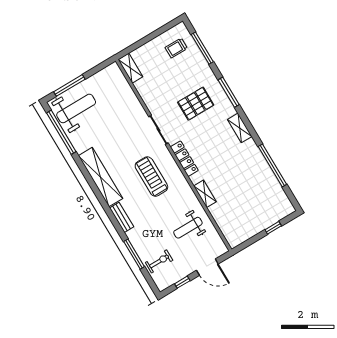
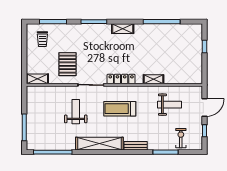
pallet: (196, 104) -> (67, 64), moved
weight bench: (76, 108) -> (76, 112), moved, width x0.73, depth x0.75
weight bench: (188, 228) -> (170, 105), turned -90

